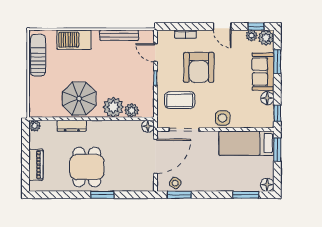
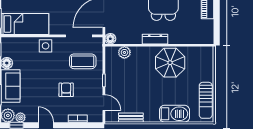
bench: (119, 35) -> (131, 118), width x0.73
armchair: (199, 67) -> (66, 90), width x0.53, depth x0.53
plant: (113, 107) -> (140, 55), removed
plant: (35, 126) -> (209, 39), removed
dresser: (72, 126) -> (155, 39), moved

